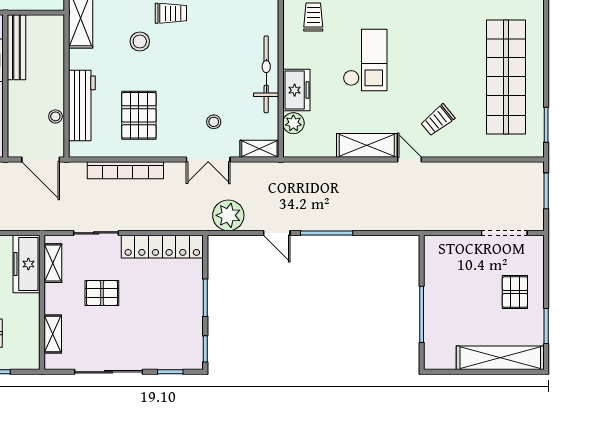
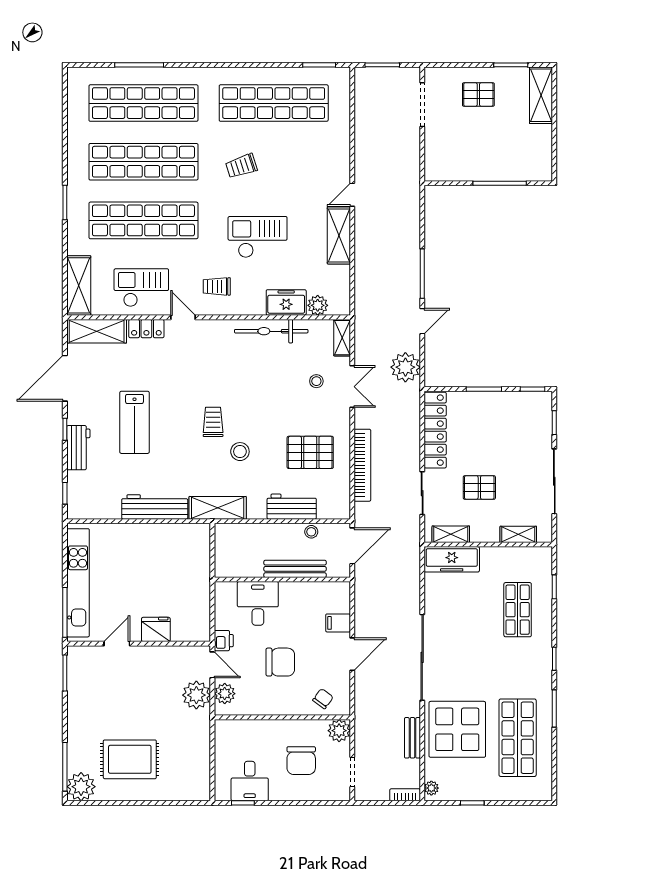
bench: (16, 47) -> (295, 569), moved
workbench: (82, 106) -> (292, 507), width x0.73
trolley: (438, 120) -> (241, 166), moved, turned 111
pallet: (102, 293) -> (479, 487), turned 90
shelving: (500, 358) -> (541, 95), width x0.68

